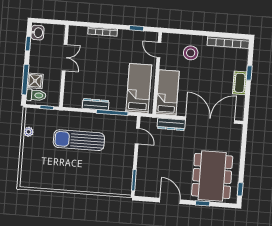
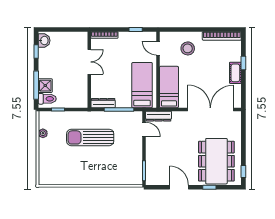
double door: (65, 58) -> (89, 62), moved
wall: (64, 66) -> (89, 70), moved
dresser: (171, 124) -> (158, 116), moved

